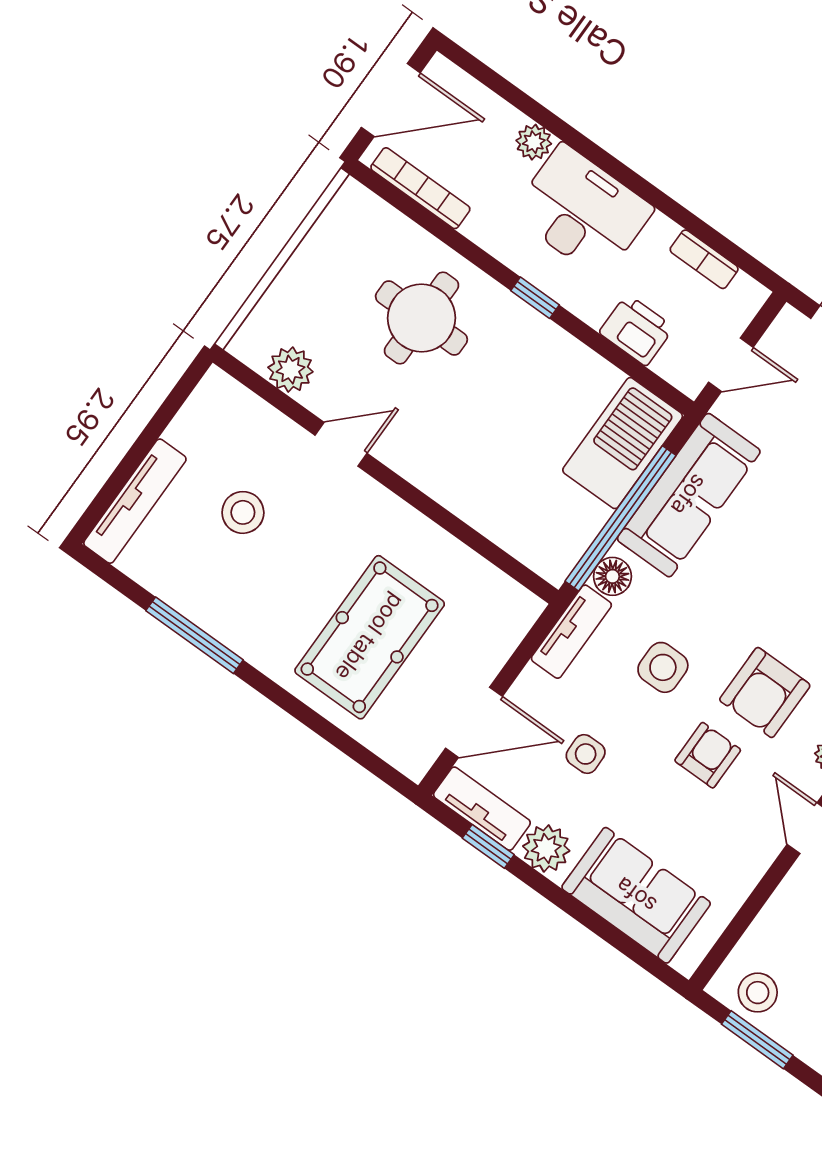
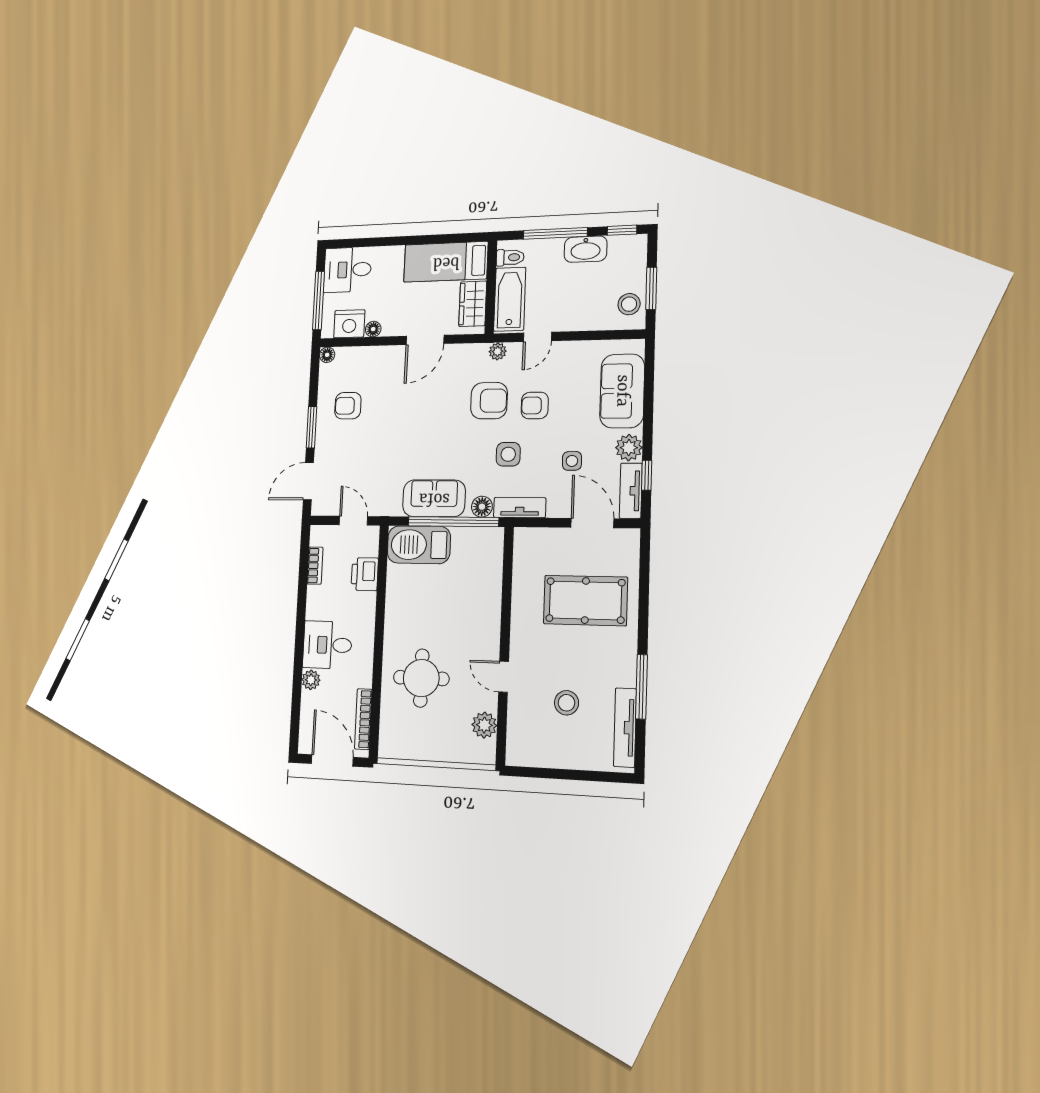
desk: (582, 211) -> (327, 645), width x0.73
window: (535, 298) -> (379, 631), removed
sofa: (689, 495) -> (434, 498), width x0.73
tv unit: (135, 501) -> (625, 728), moved, turned -90

